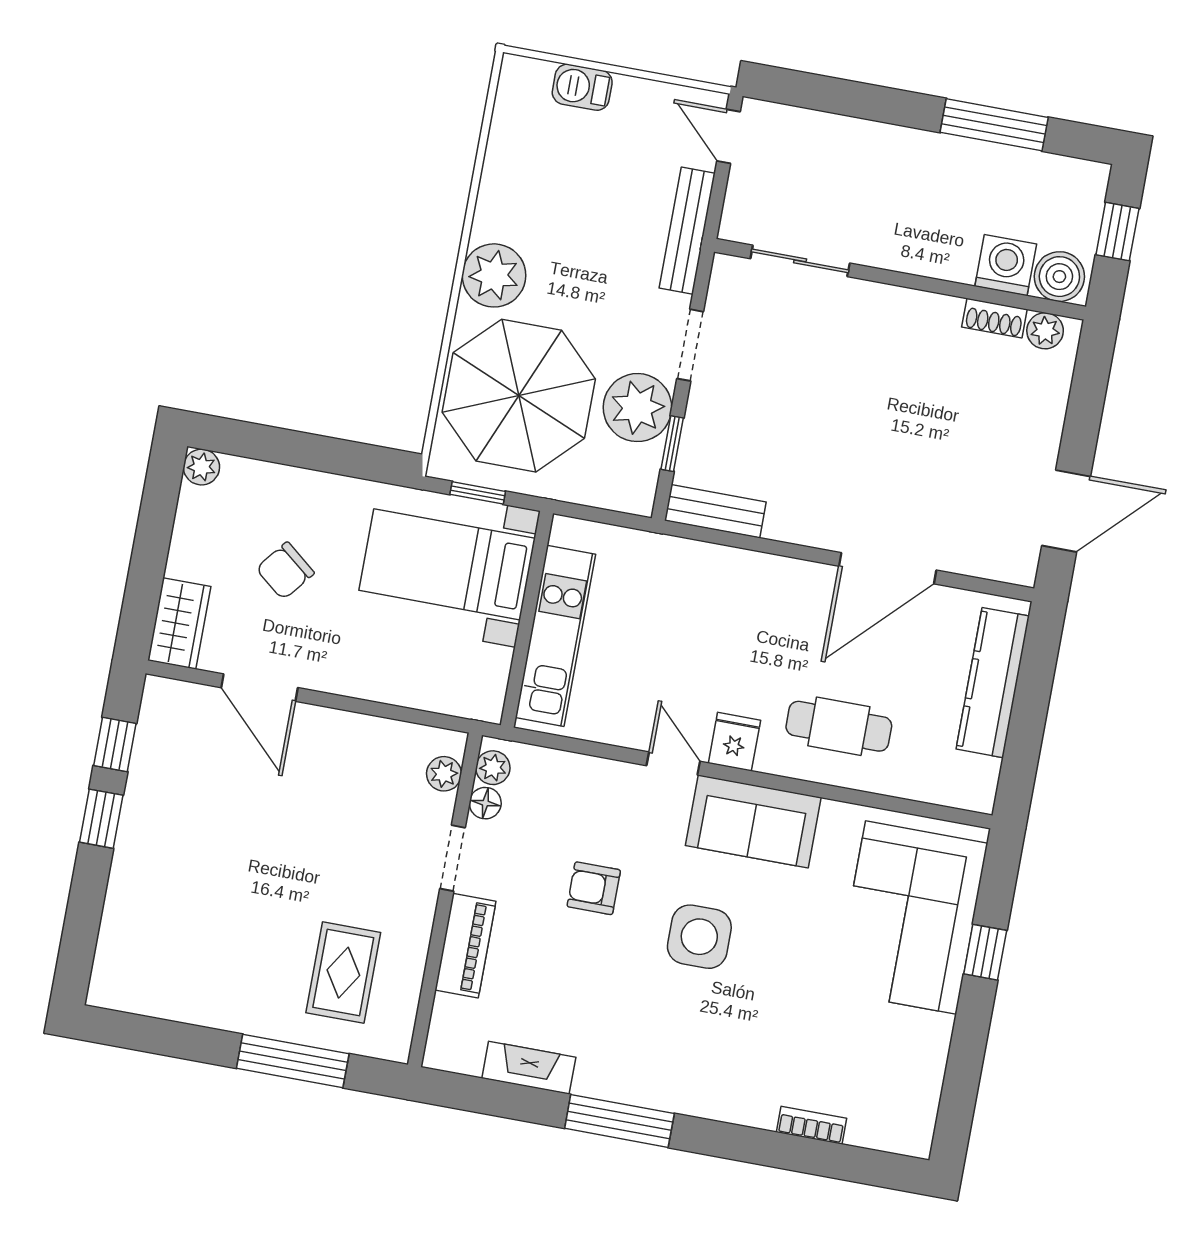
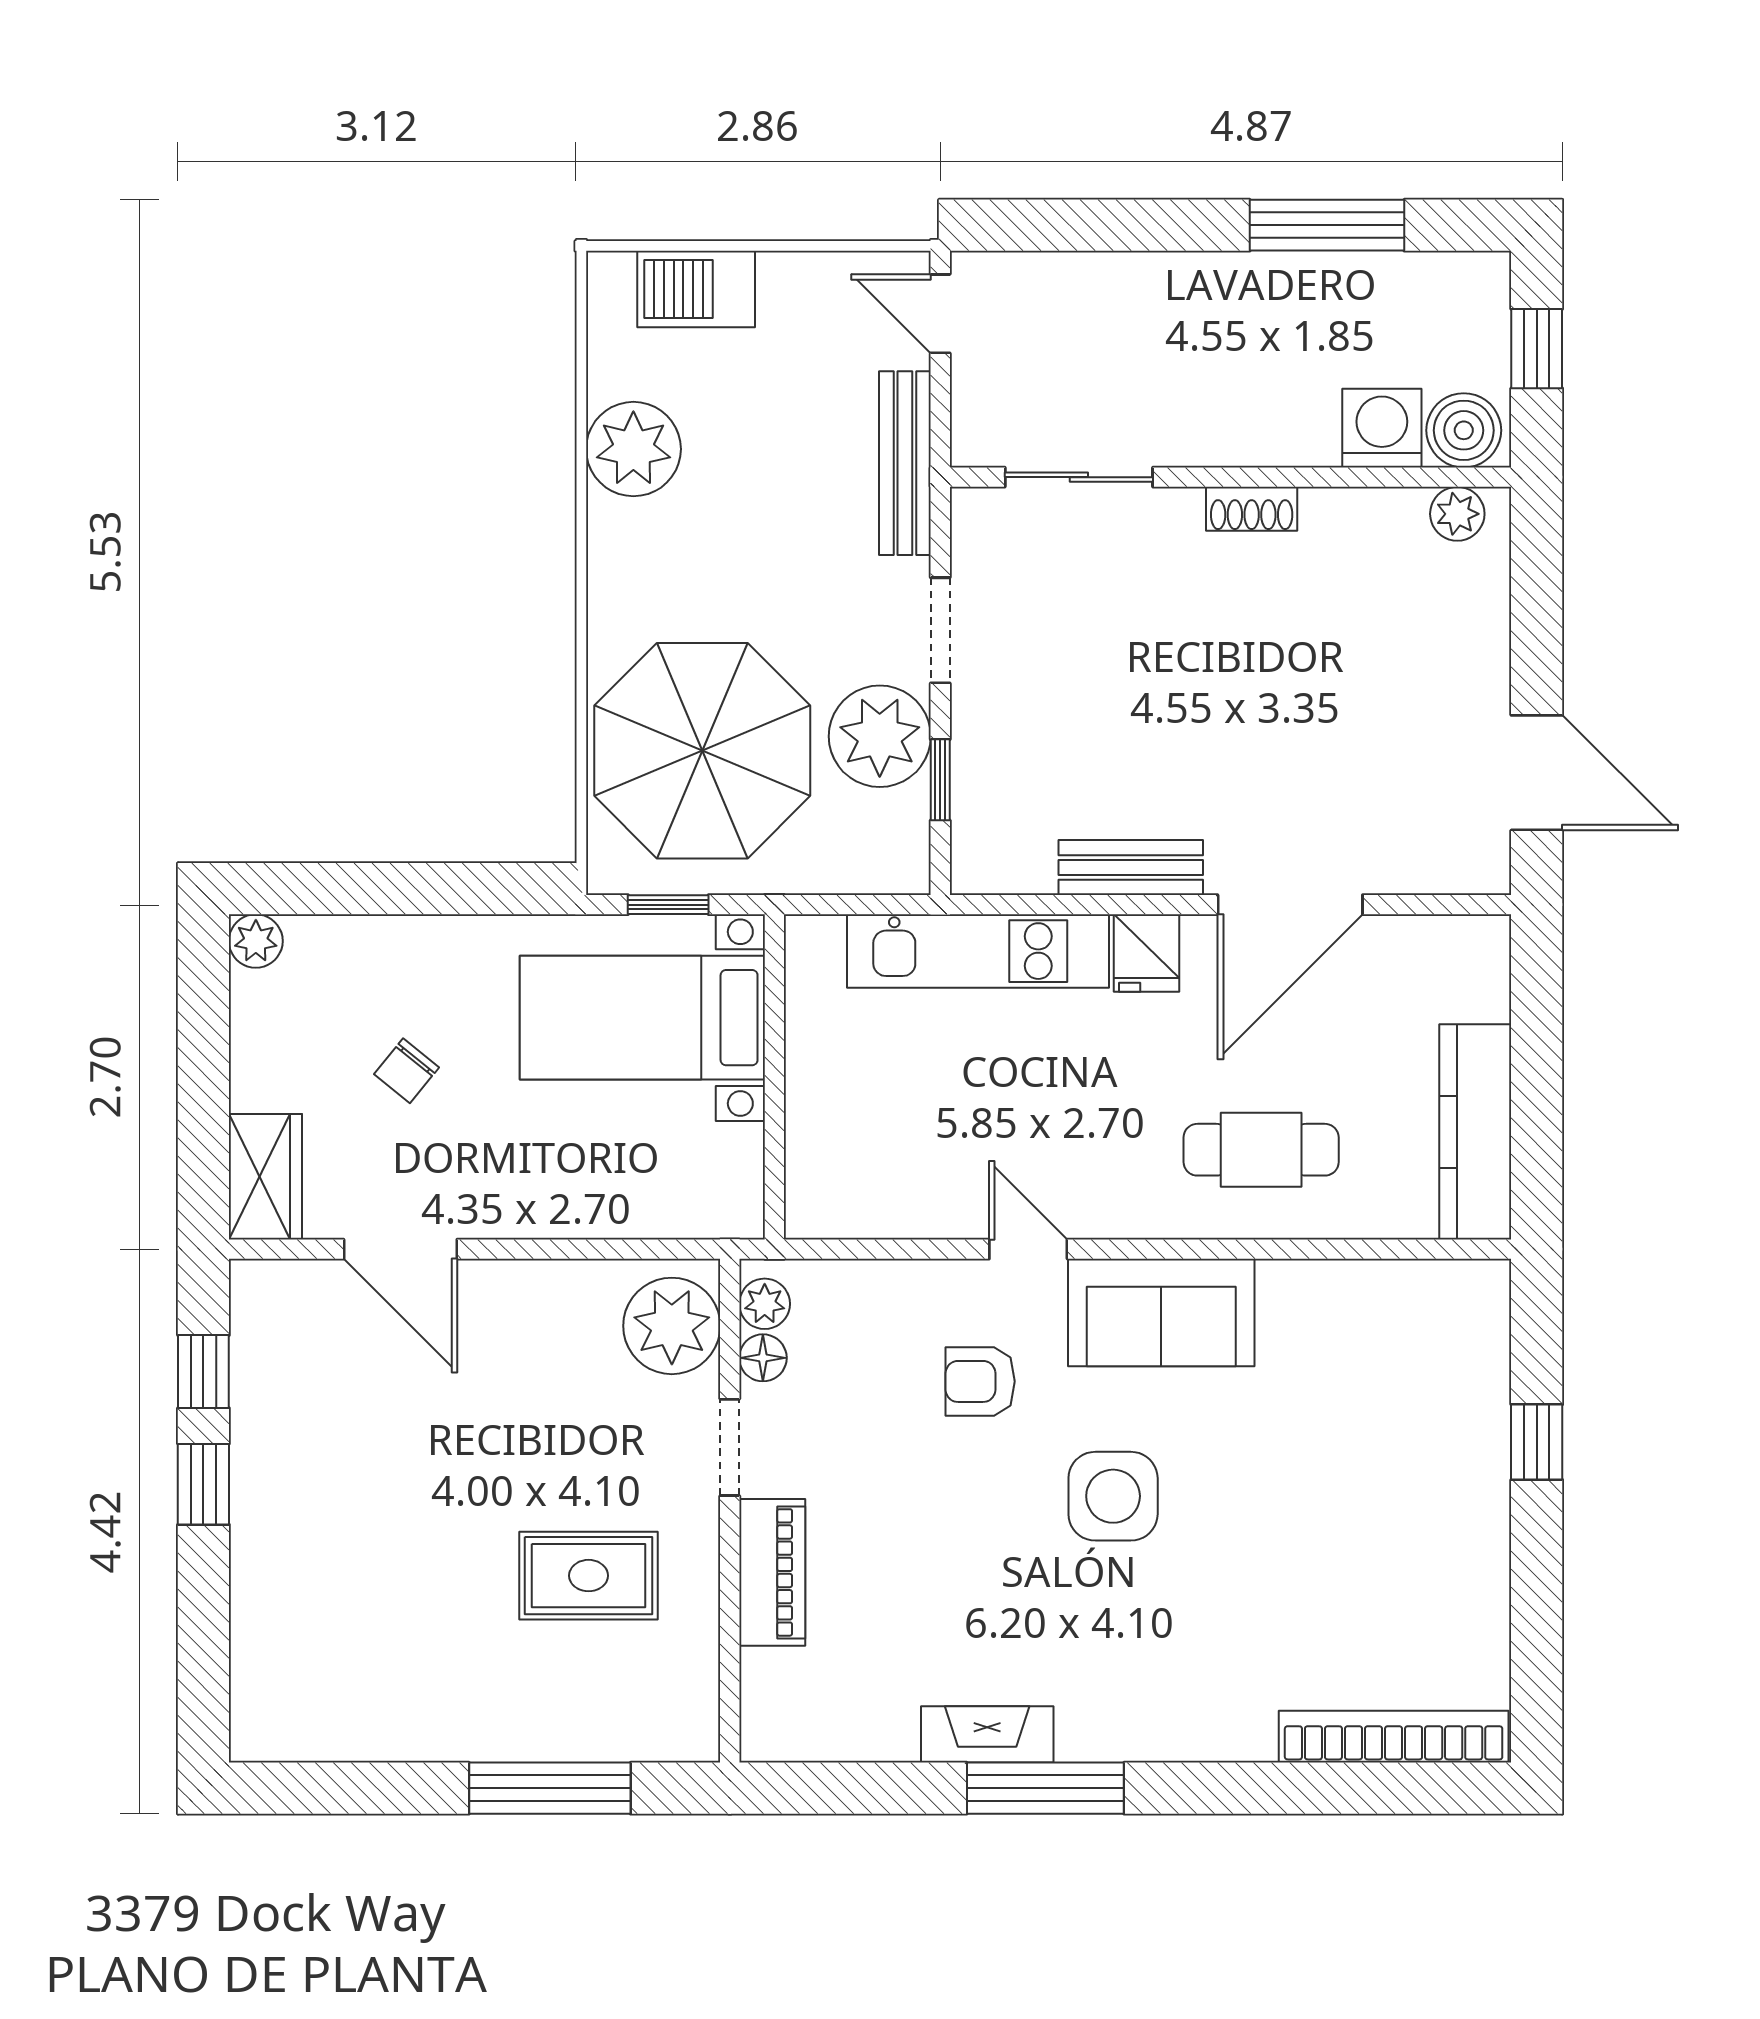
barbecue: (582, 87) -> (696, 289), width x1.38, depth x1.27
plant: (494, 275) -> (633, 449), moved
shoe rack: (994, 318) -> (1252, 509), moved
bench: (715, 511) -> (1131, 867), moved
door: (1066, 511) -> (1537, 773), hinge flipped
chair: (285, 571) -> (407, 1071), width x0.73, depth x0.73
kitchen unit: (555, 636) -> (978, 951), moved, turned 90
kitchen counter: (993, 683) -> (1475, 1132), moved
fridge: (734, 742) -> (1147, 953), moved, turned 180
plant: (444, 774) -> (672, 1326), width x1.88, depth x1.88
armchair: (594, 888) -> (980, 1381), moved
corner sofa: (911, 918) -> (1419, 1411), removed
rug: (343, 973) -> (589, 1576), moved, turned 90
fireplace: (529, 1068) -> (987, 1734), moved
bookcase: (811, 1125) -> (1394, 1737), width x2.31, depth x1.31

